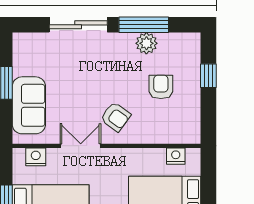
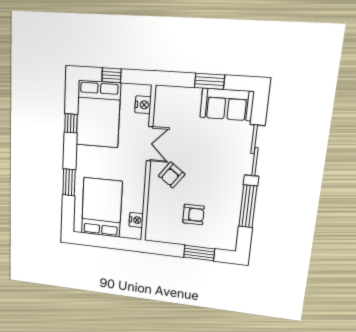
plant: (146, 43) -> (232, 207), removed
window: (208, 76) -> (199, 253), width x1.50
sofa: (29, 105) -> (227, 104), moved

